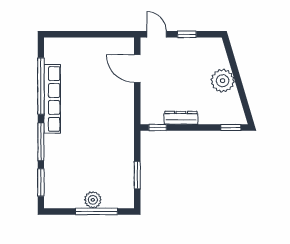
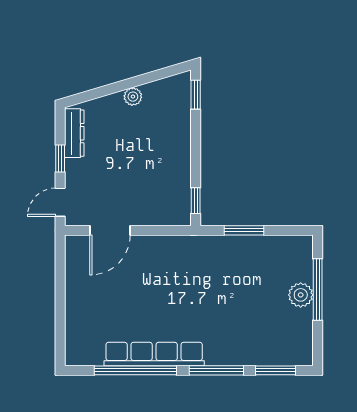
plant: (223, 81) -> (133, 97), width x0.53, depth x0.53
dresser: (181, 118) -> (74, 133), moved, turned 180
window: (137, 175) -> (244, 230), moved

